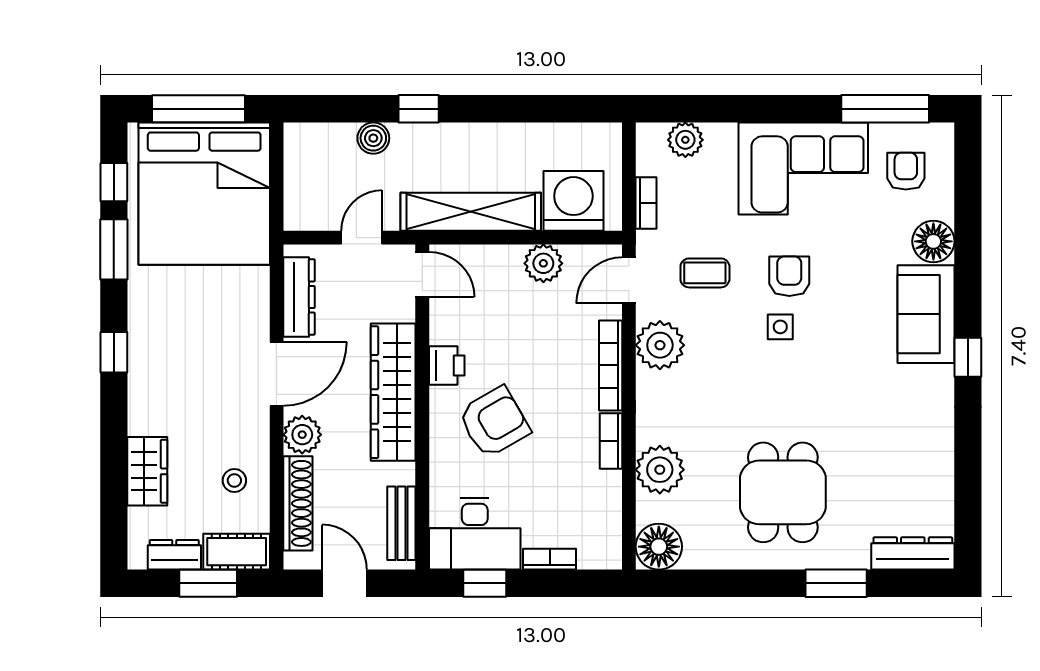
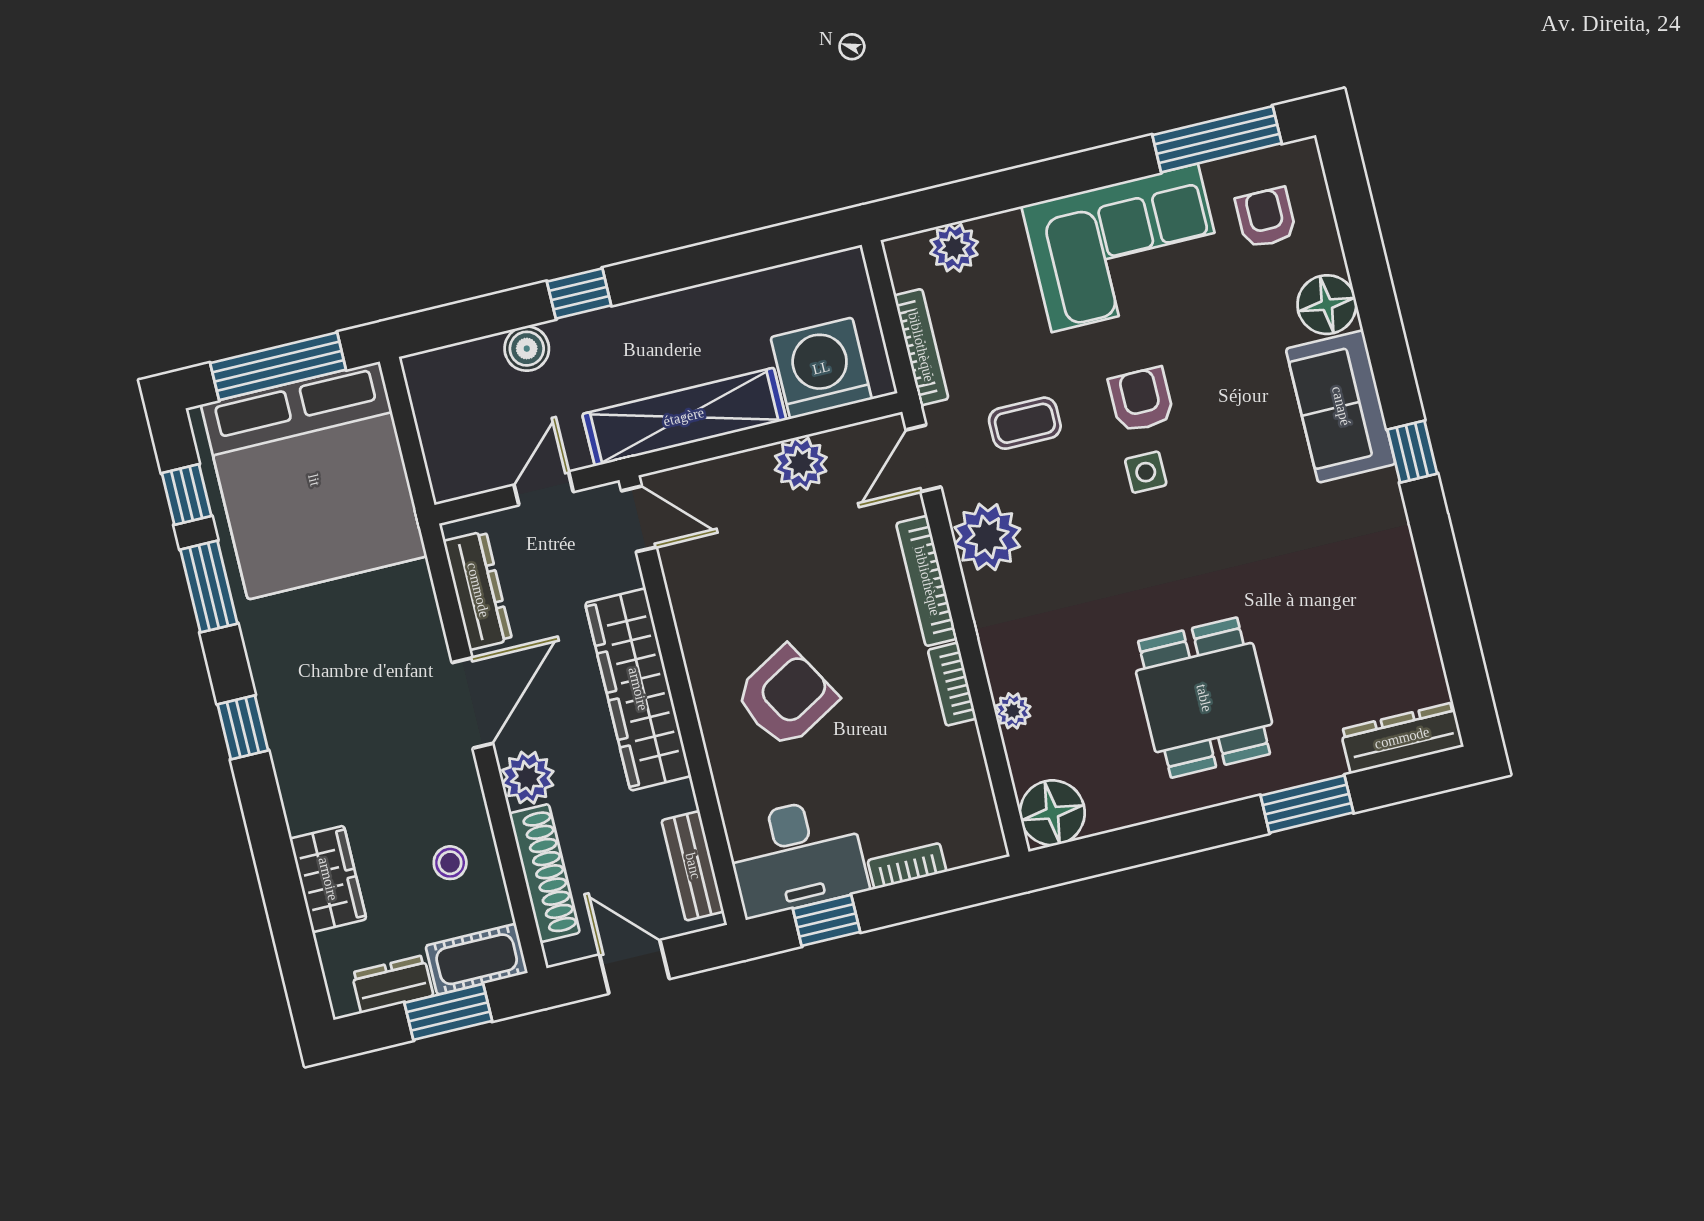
bookcase: (646, 203) -> (921, 347), width x1.56
printer: (447, 366) -> (702, 635), removed
plant: (660, 470) -> (1013, 711), width x0.53, depth x0.53

